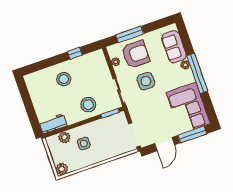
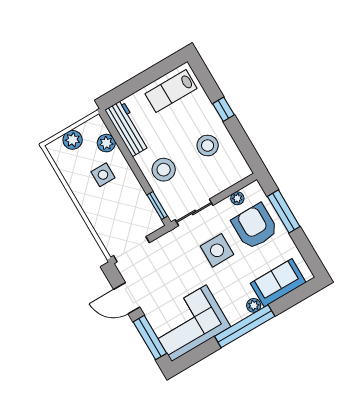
window: (75, 53) -> (223, 109), moved
armchair: (136, 54) -> (255, 226), turned 180
stool: (64, 79) -> (208, 146), moved
lab bench: (40, 90) -> (171, 91), added
workbench: (53, 124) -> (127, 128), width x1.38
plant: (62, 169) -> (73, 140), moved

